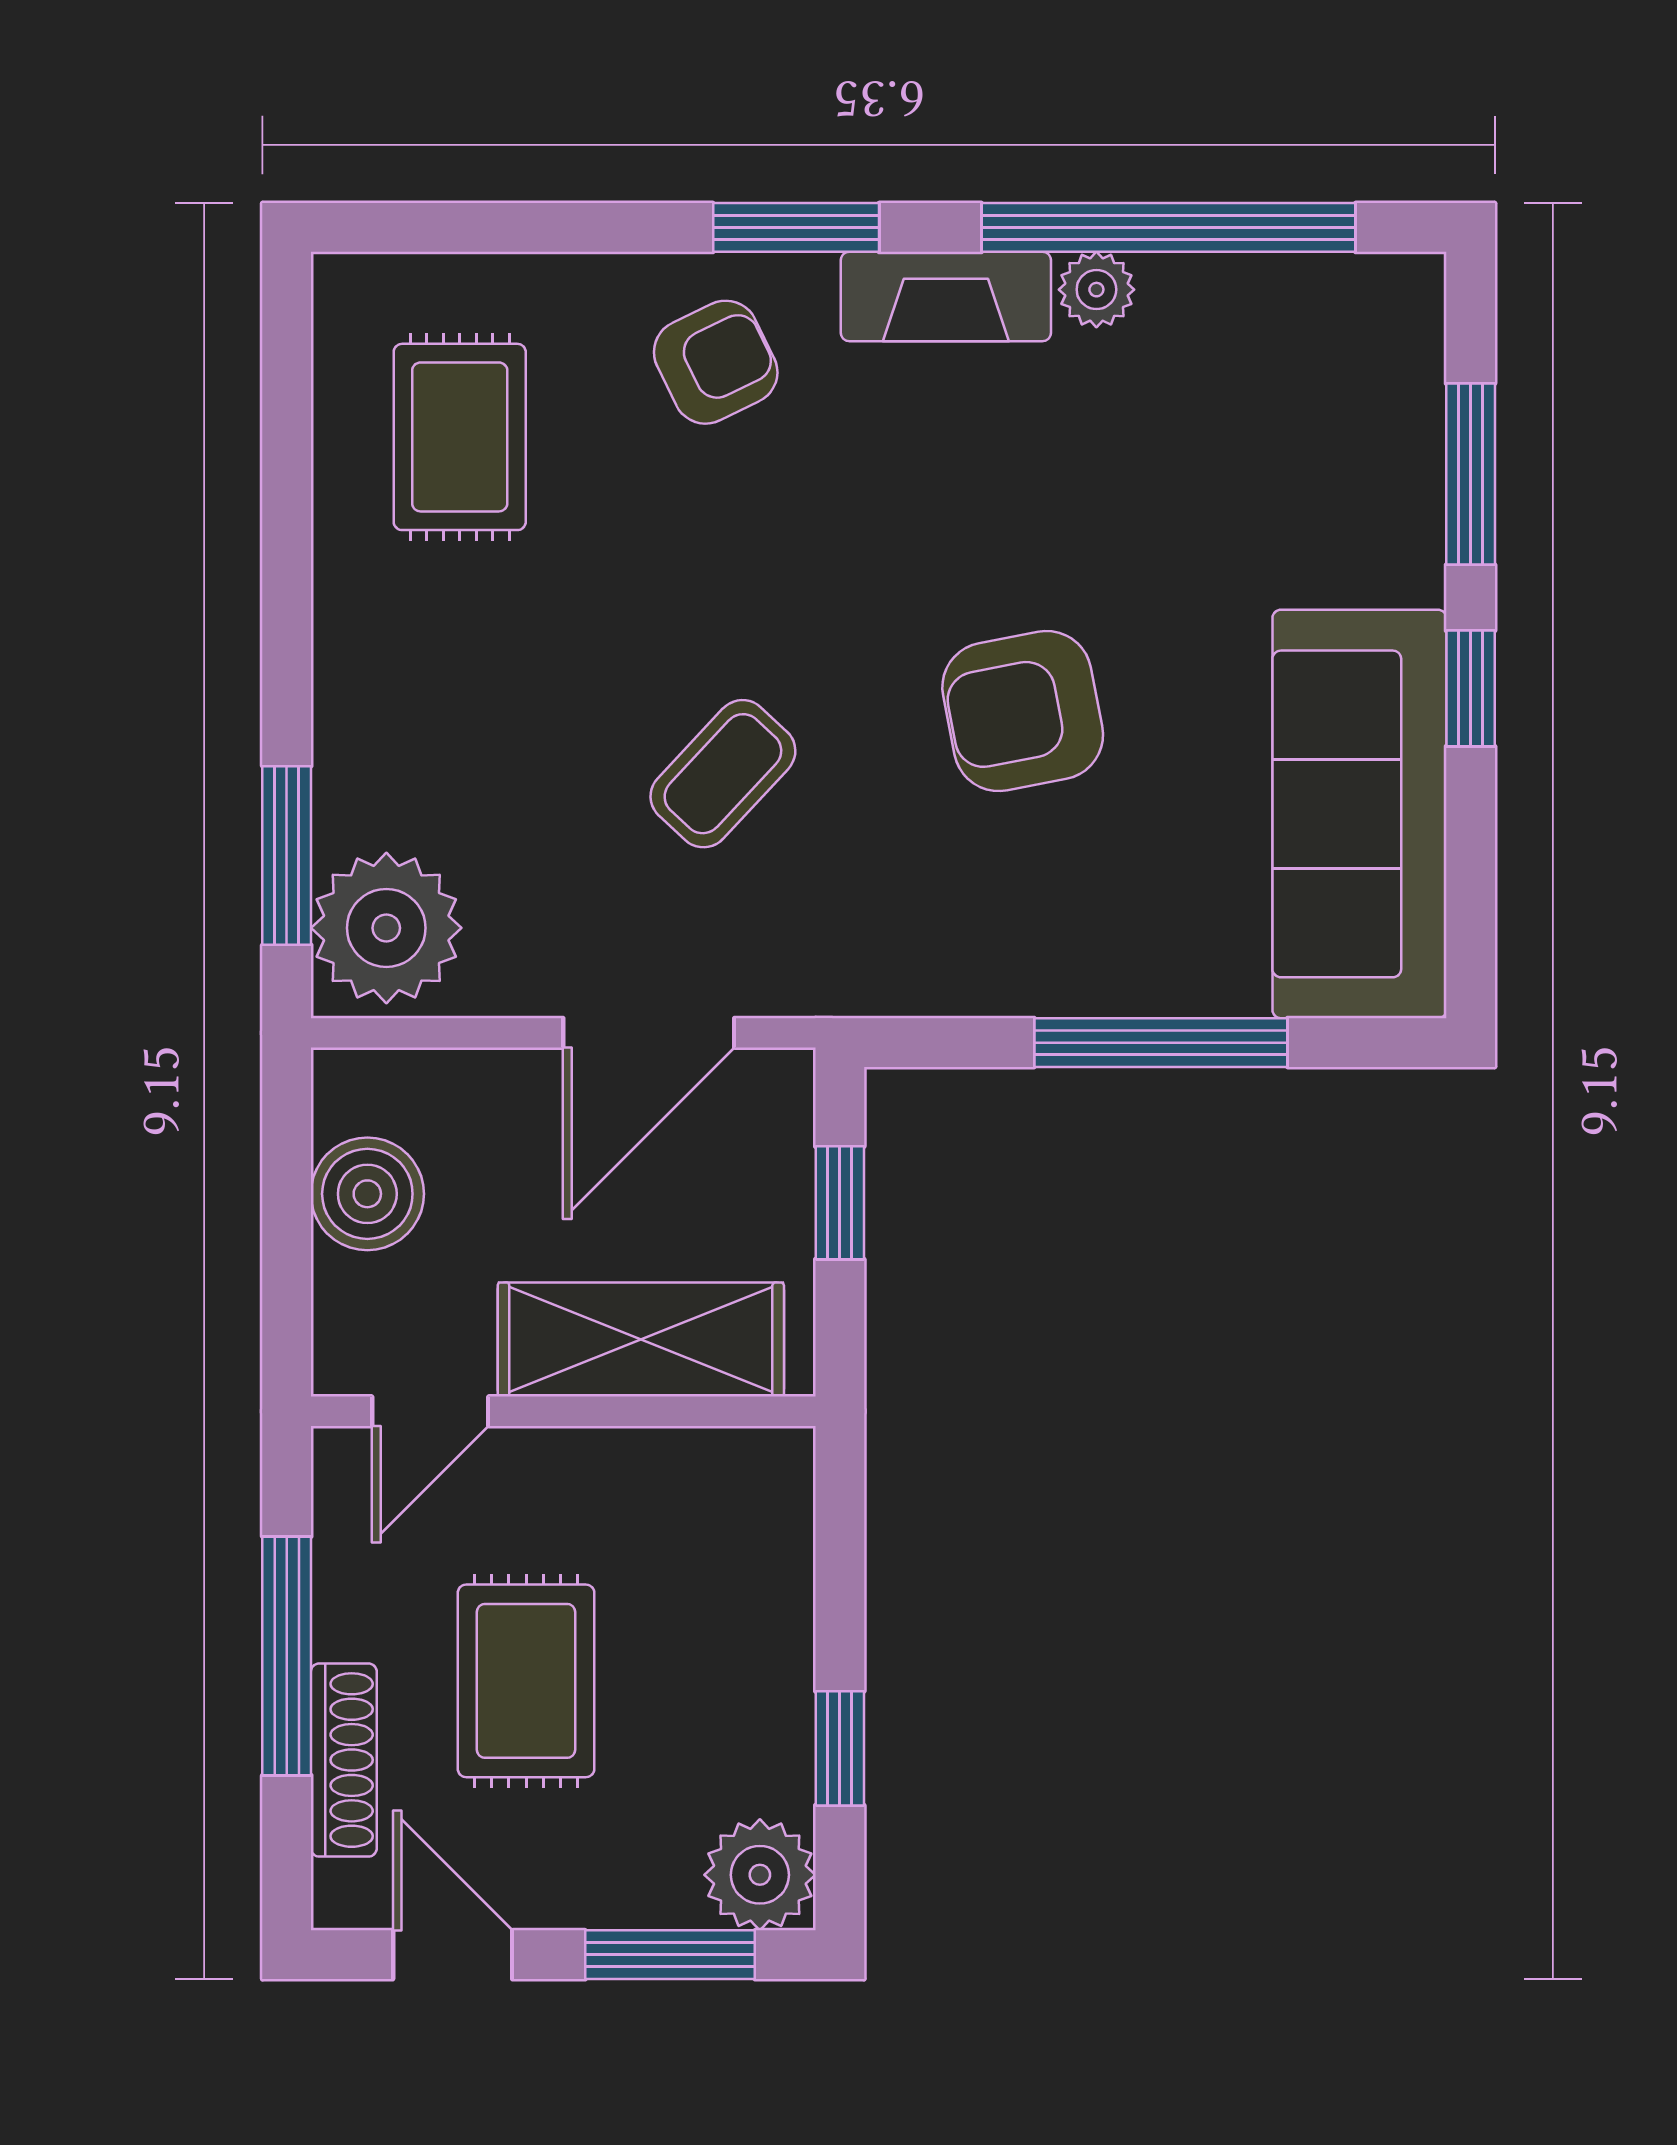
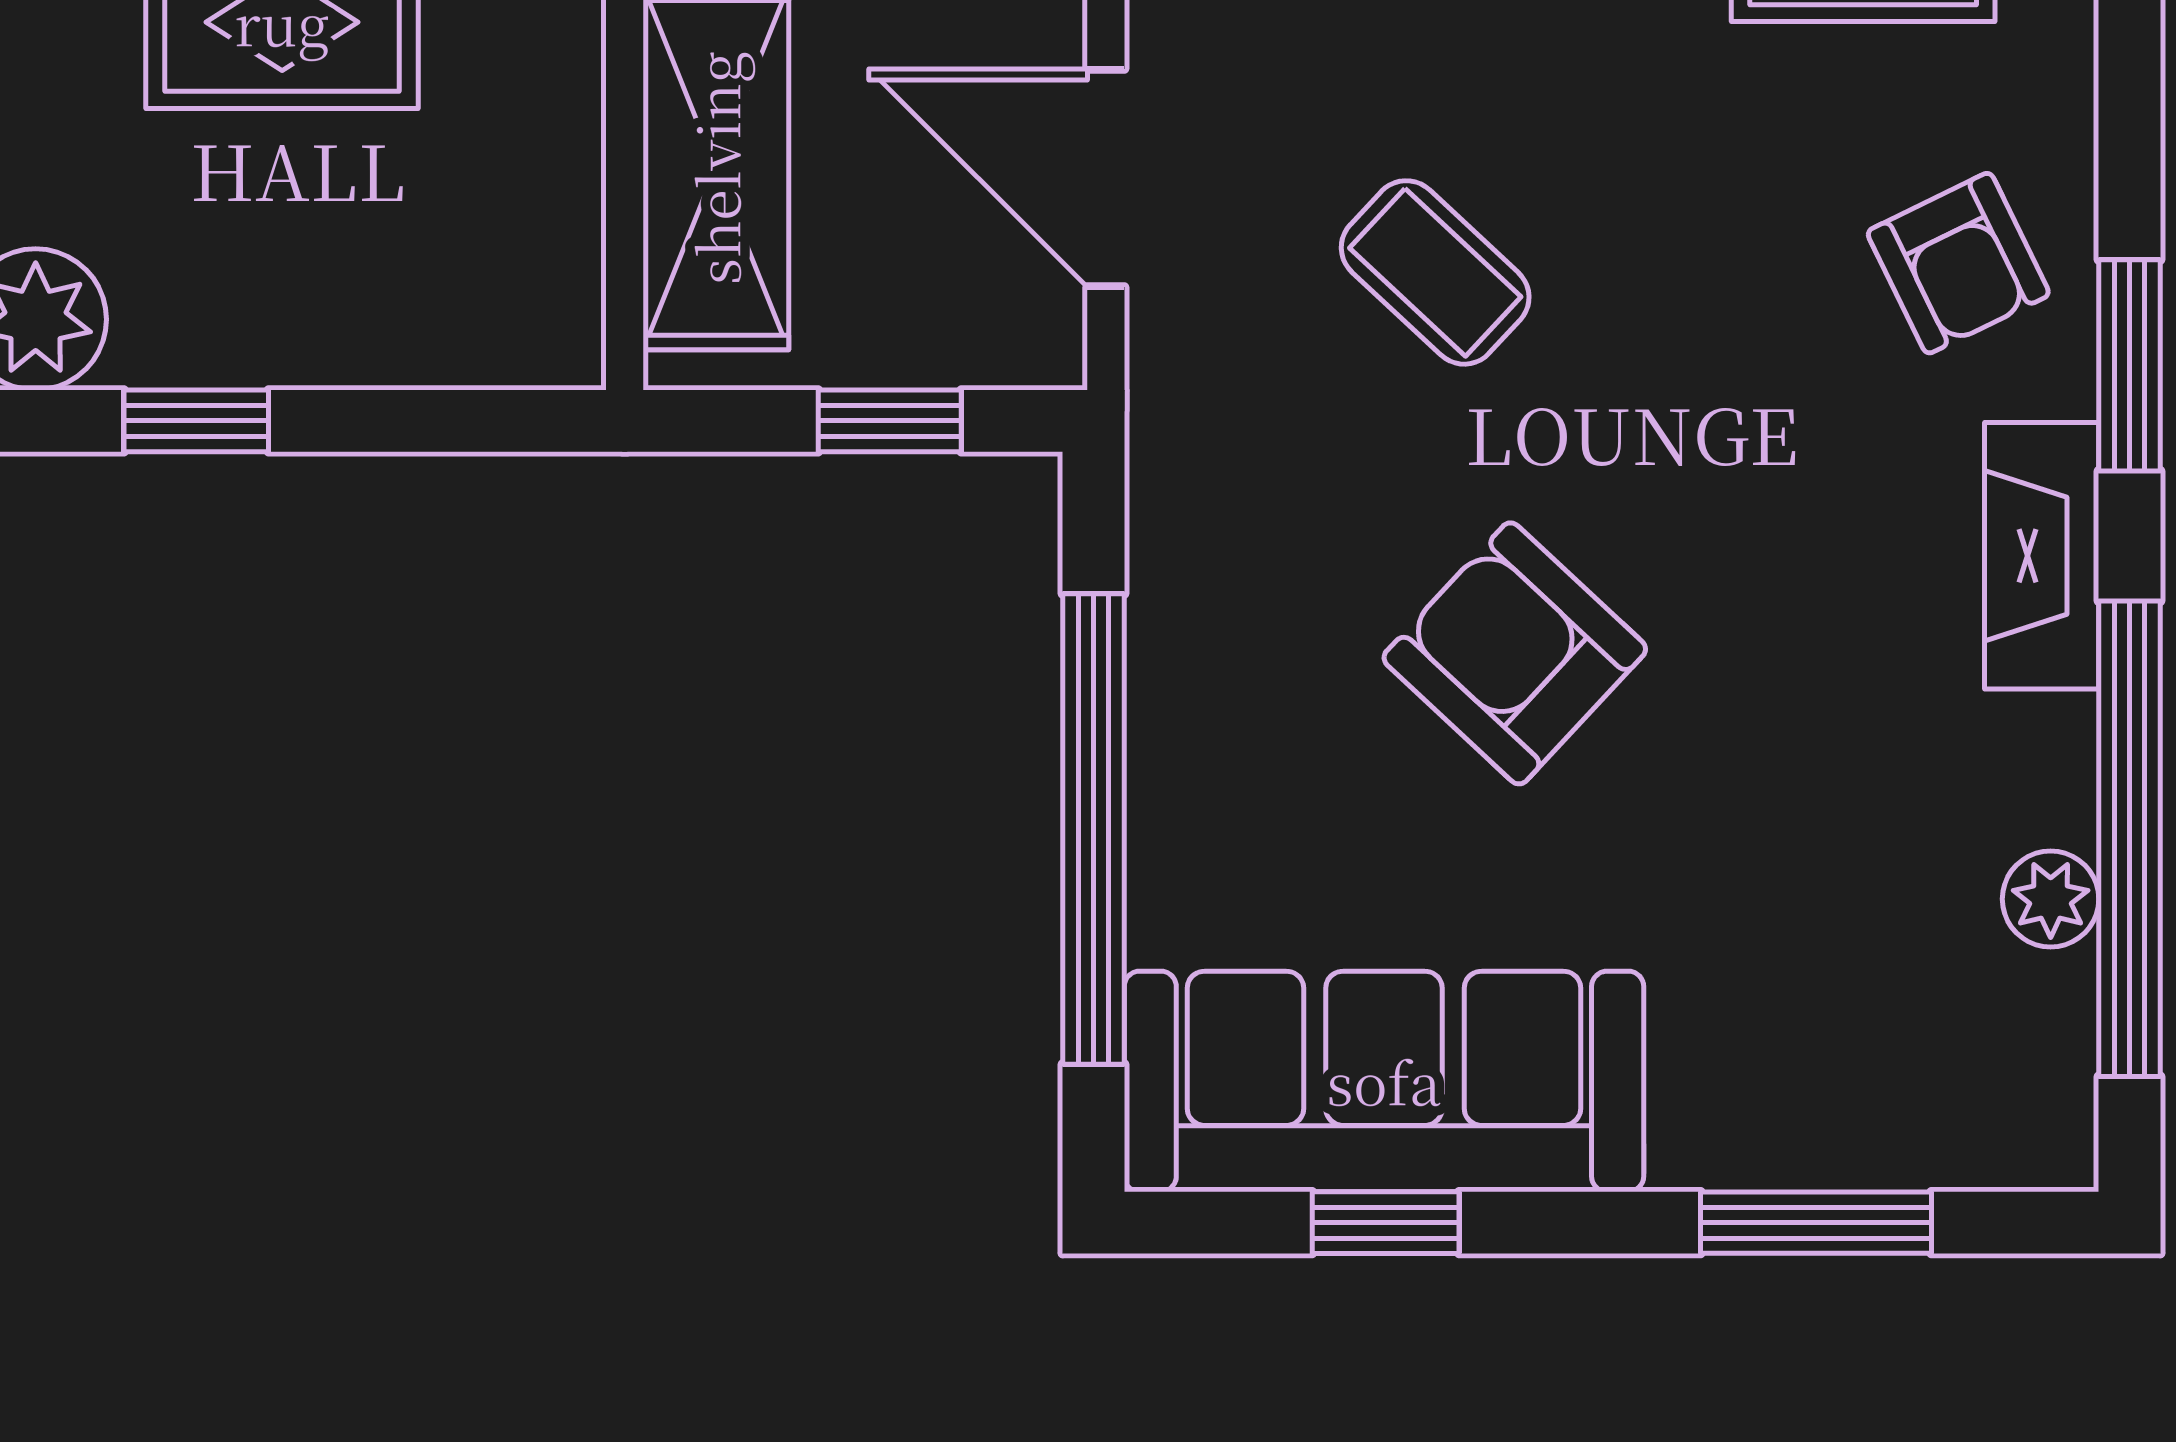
plant: (1096, 290) -> (2051, 899), moved
window: (1471, 688) -> (1386, 1223), moved
armchair: (1023, 711) -> (1515, 653), turned -36
window: (1161, 1043) -> (1093, 829), width x1.46

